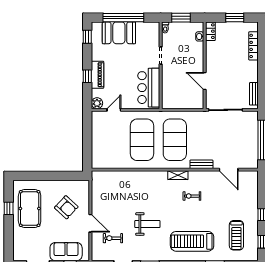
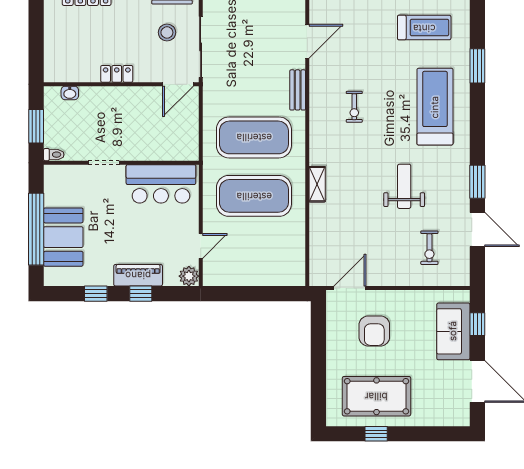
window: (235, 18) -> (36, 30), removed
locker: (210, 31) -> (117, 74), moved
window: (87, 37) -> (96, 294), moved
door: (205, 81) -> (178, 84), moved
stool: (234, 91) -> (167, 32), added
door: (114, 110) -> (201, 246), swing flipped
shelving: (178, 175) -> (317, 184), moved
armchair: (66, 207) -> (374, 331), turned 137
door: (90, 223) -> (350, 288), moved
treadmill: (192, 241) -> (435, 107), turned 180

